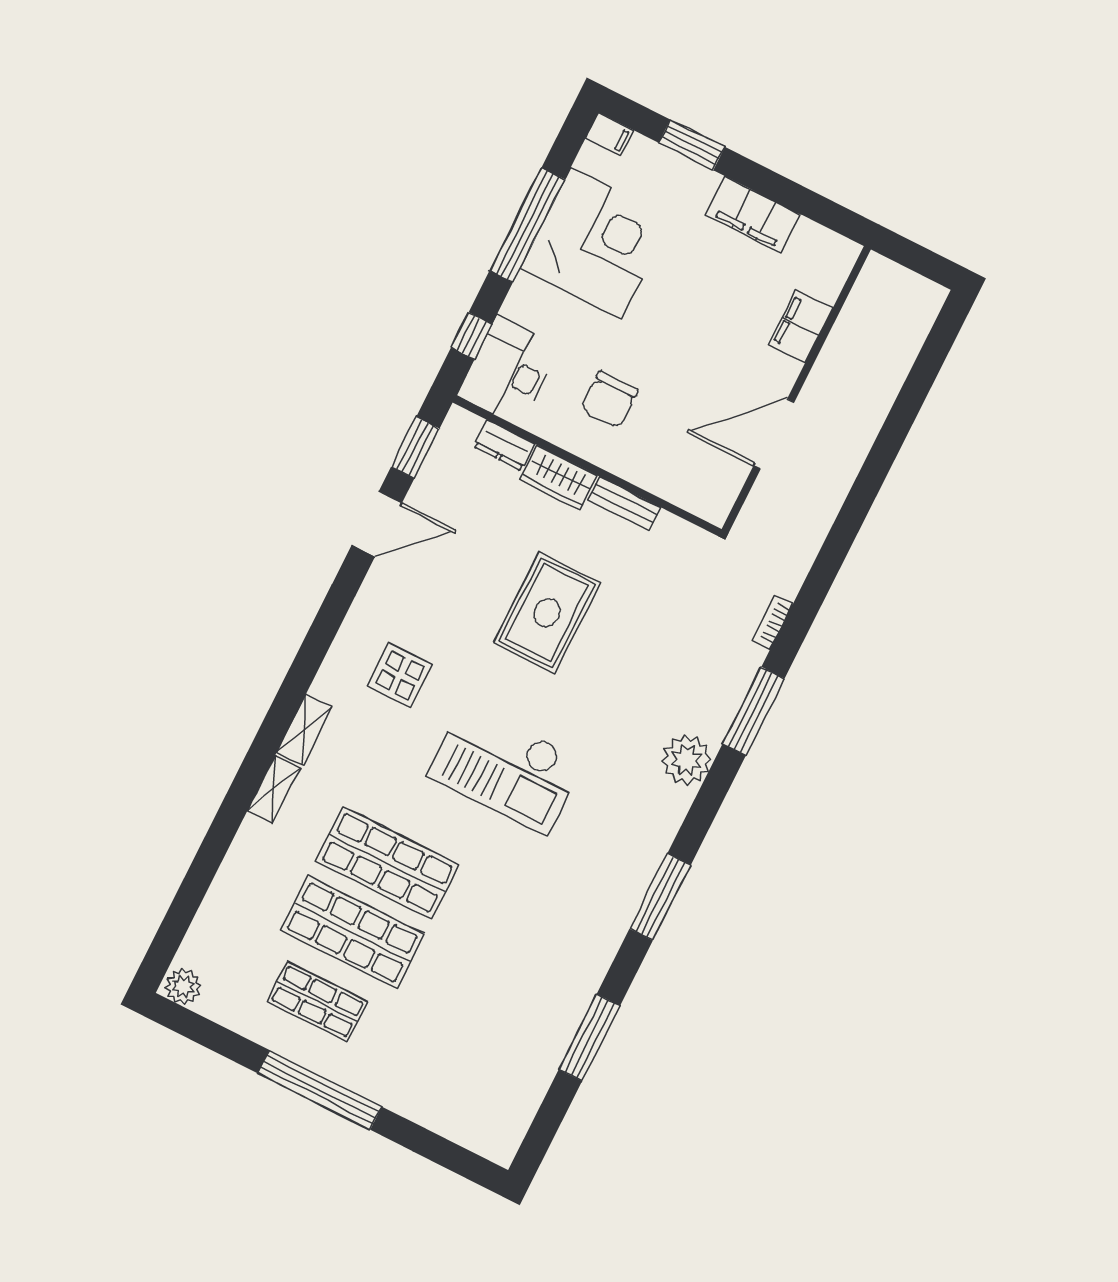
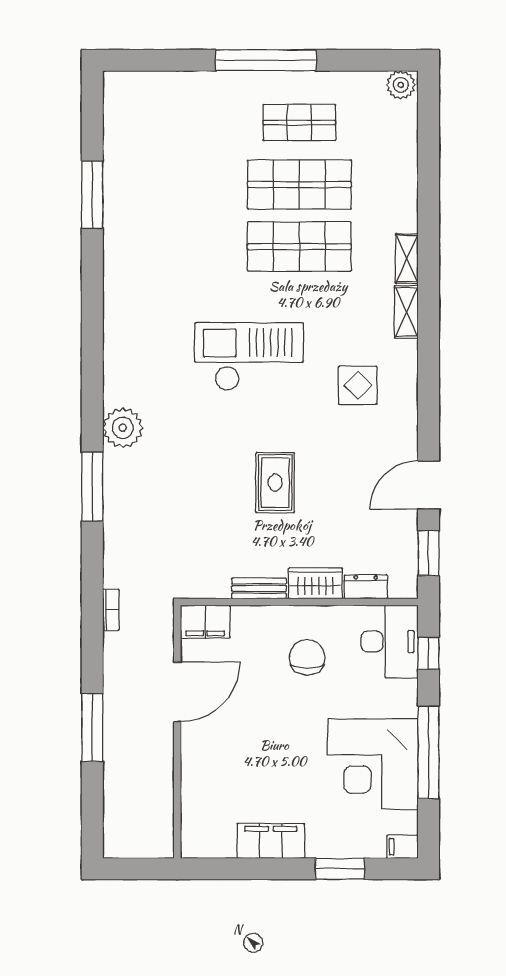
filing cabinet: (800, 327) -> (205, 622), moved, turned 90
rug: (547, 613) -> (275, 483), width x0.73, depth x0.70
bookcase: (772, 622) -> (111, 610), moved
window: (660, 897) -> (92, 728), moved

